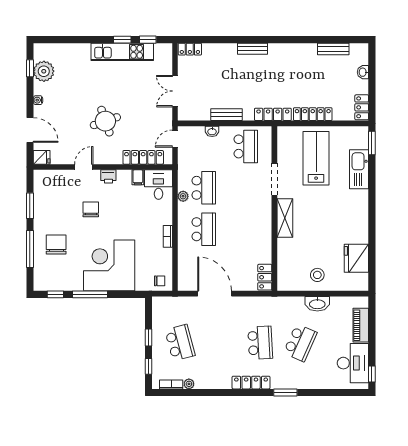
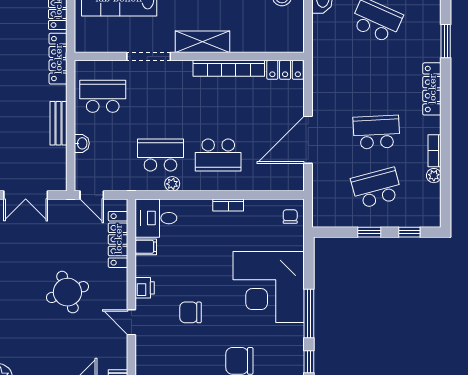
school desk: (204, 229) -> (218, 155), turned 180
bookcase: (266, 237) -> (229, 68), added
school desk: (260, 343) -> (376, 132), moved
bookcase: (171, 384) -> (435, 151), moved

